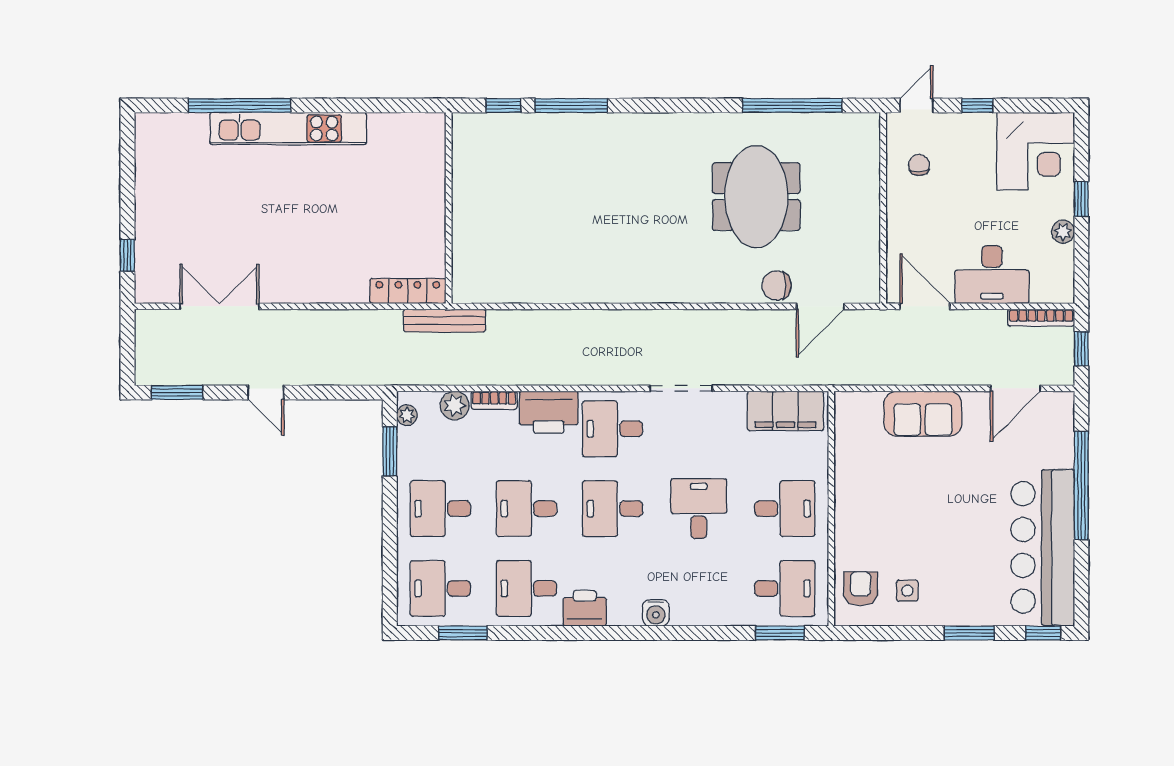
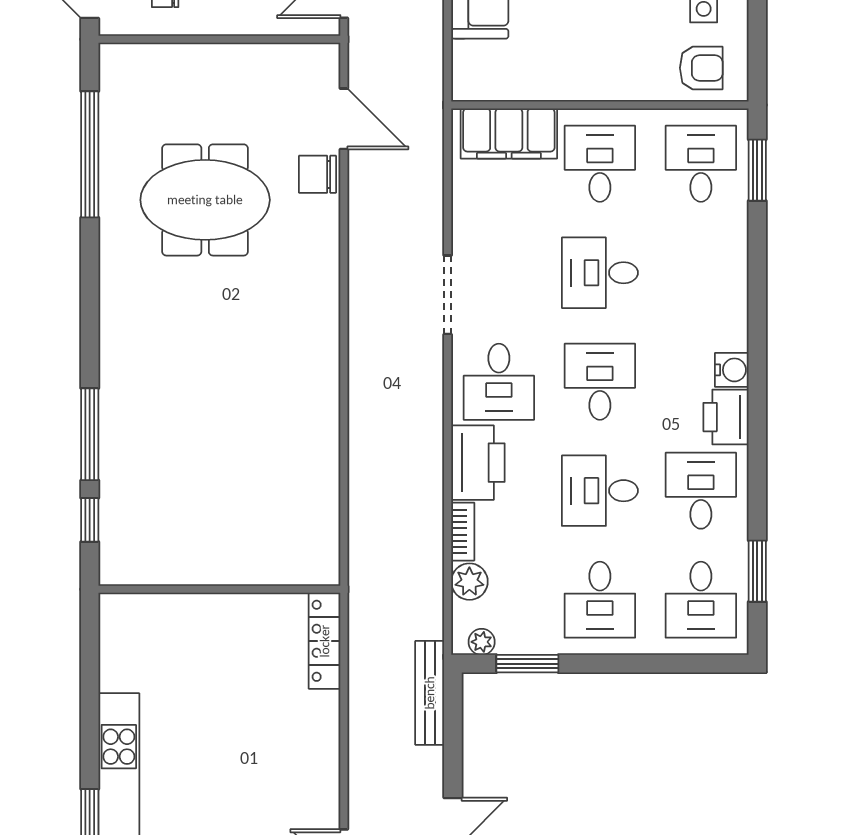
chair: (777, 285) -> (318, 174), turned 90
bench: (445, 321) -> (430, 693), moved
filing cabinet: (785, 411) -> (509, 133), moved, turned 90
desk: (526, 509) -> (600, 491), turned 90
desk: (613, 509) -> (600, 382), turned 180
desk: (526, 588) -> (701, 491), turned 180
armchair: (861, 589) -> (701, 68), turned 180
water cooler: (656, 613) -> (732, 370), moved

